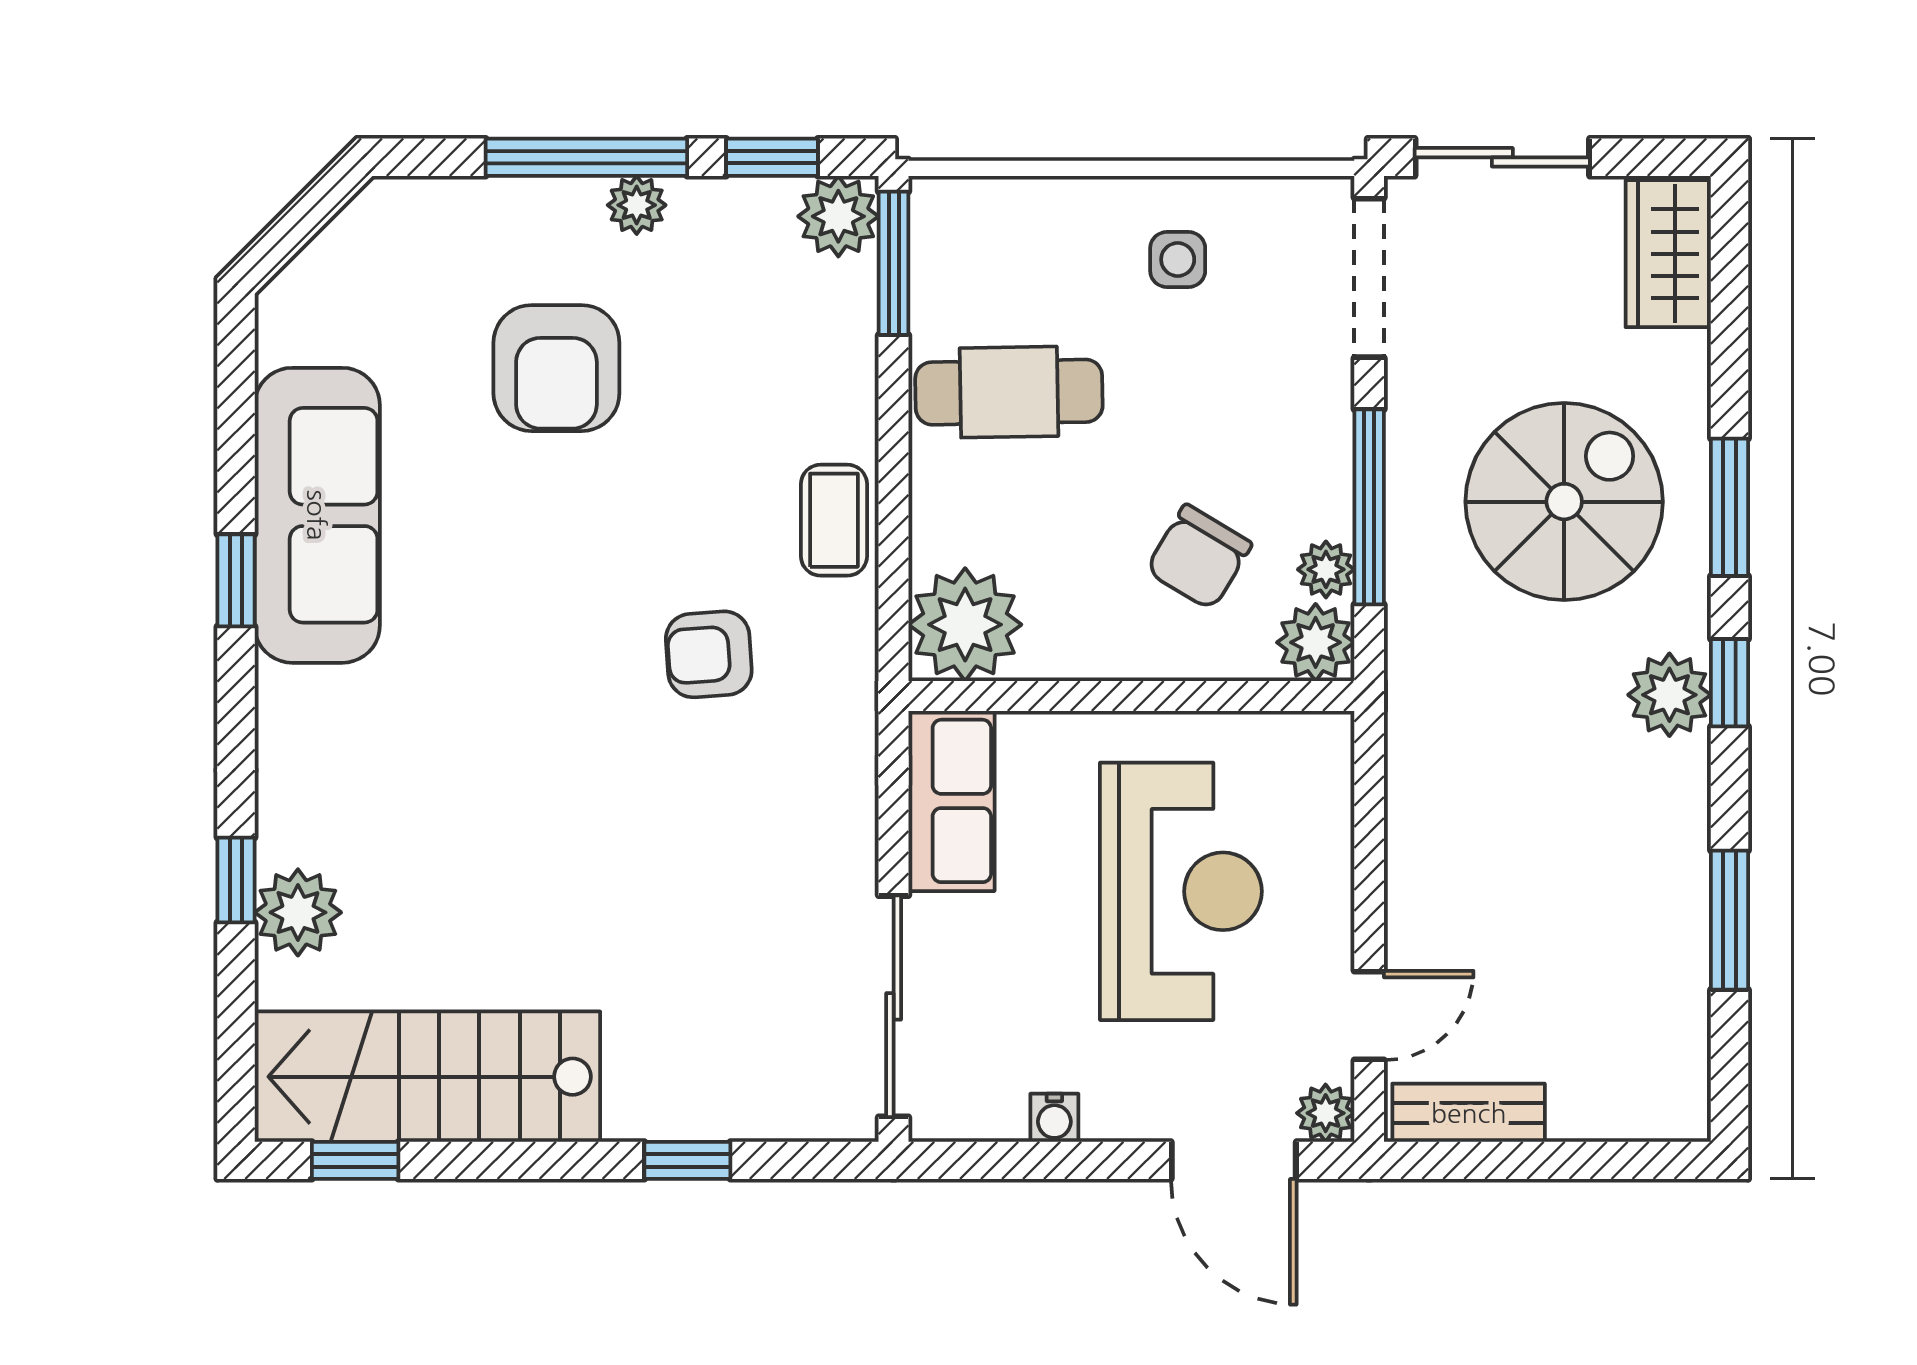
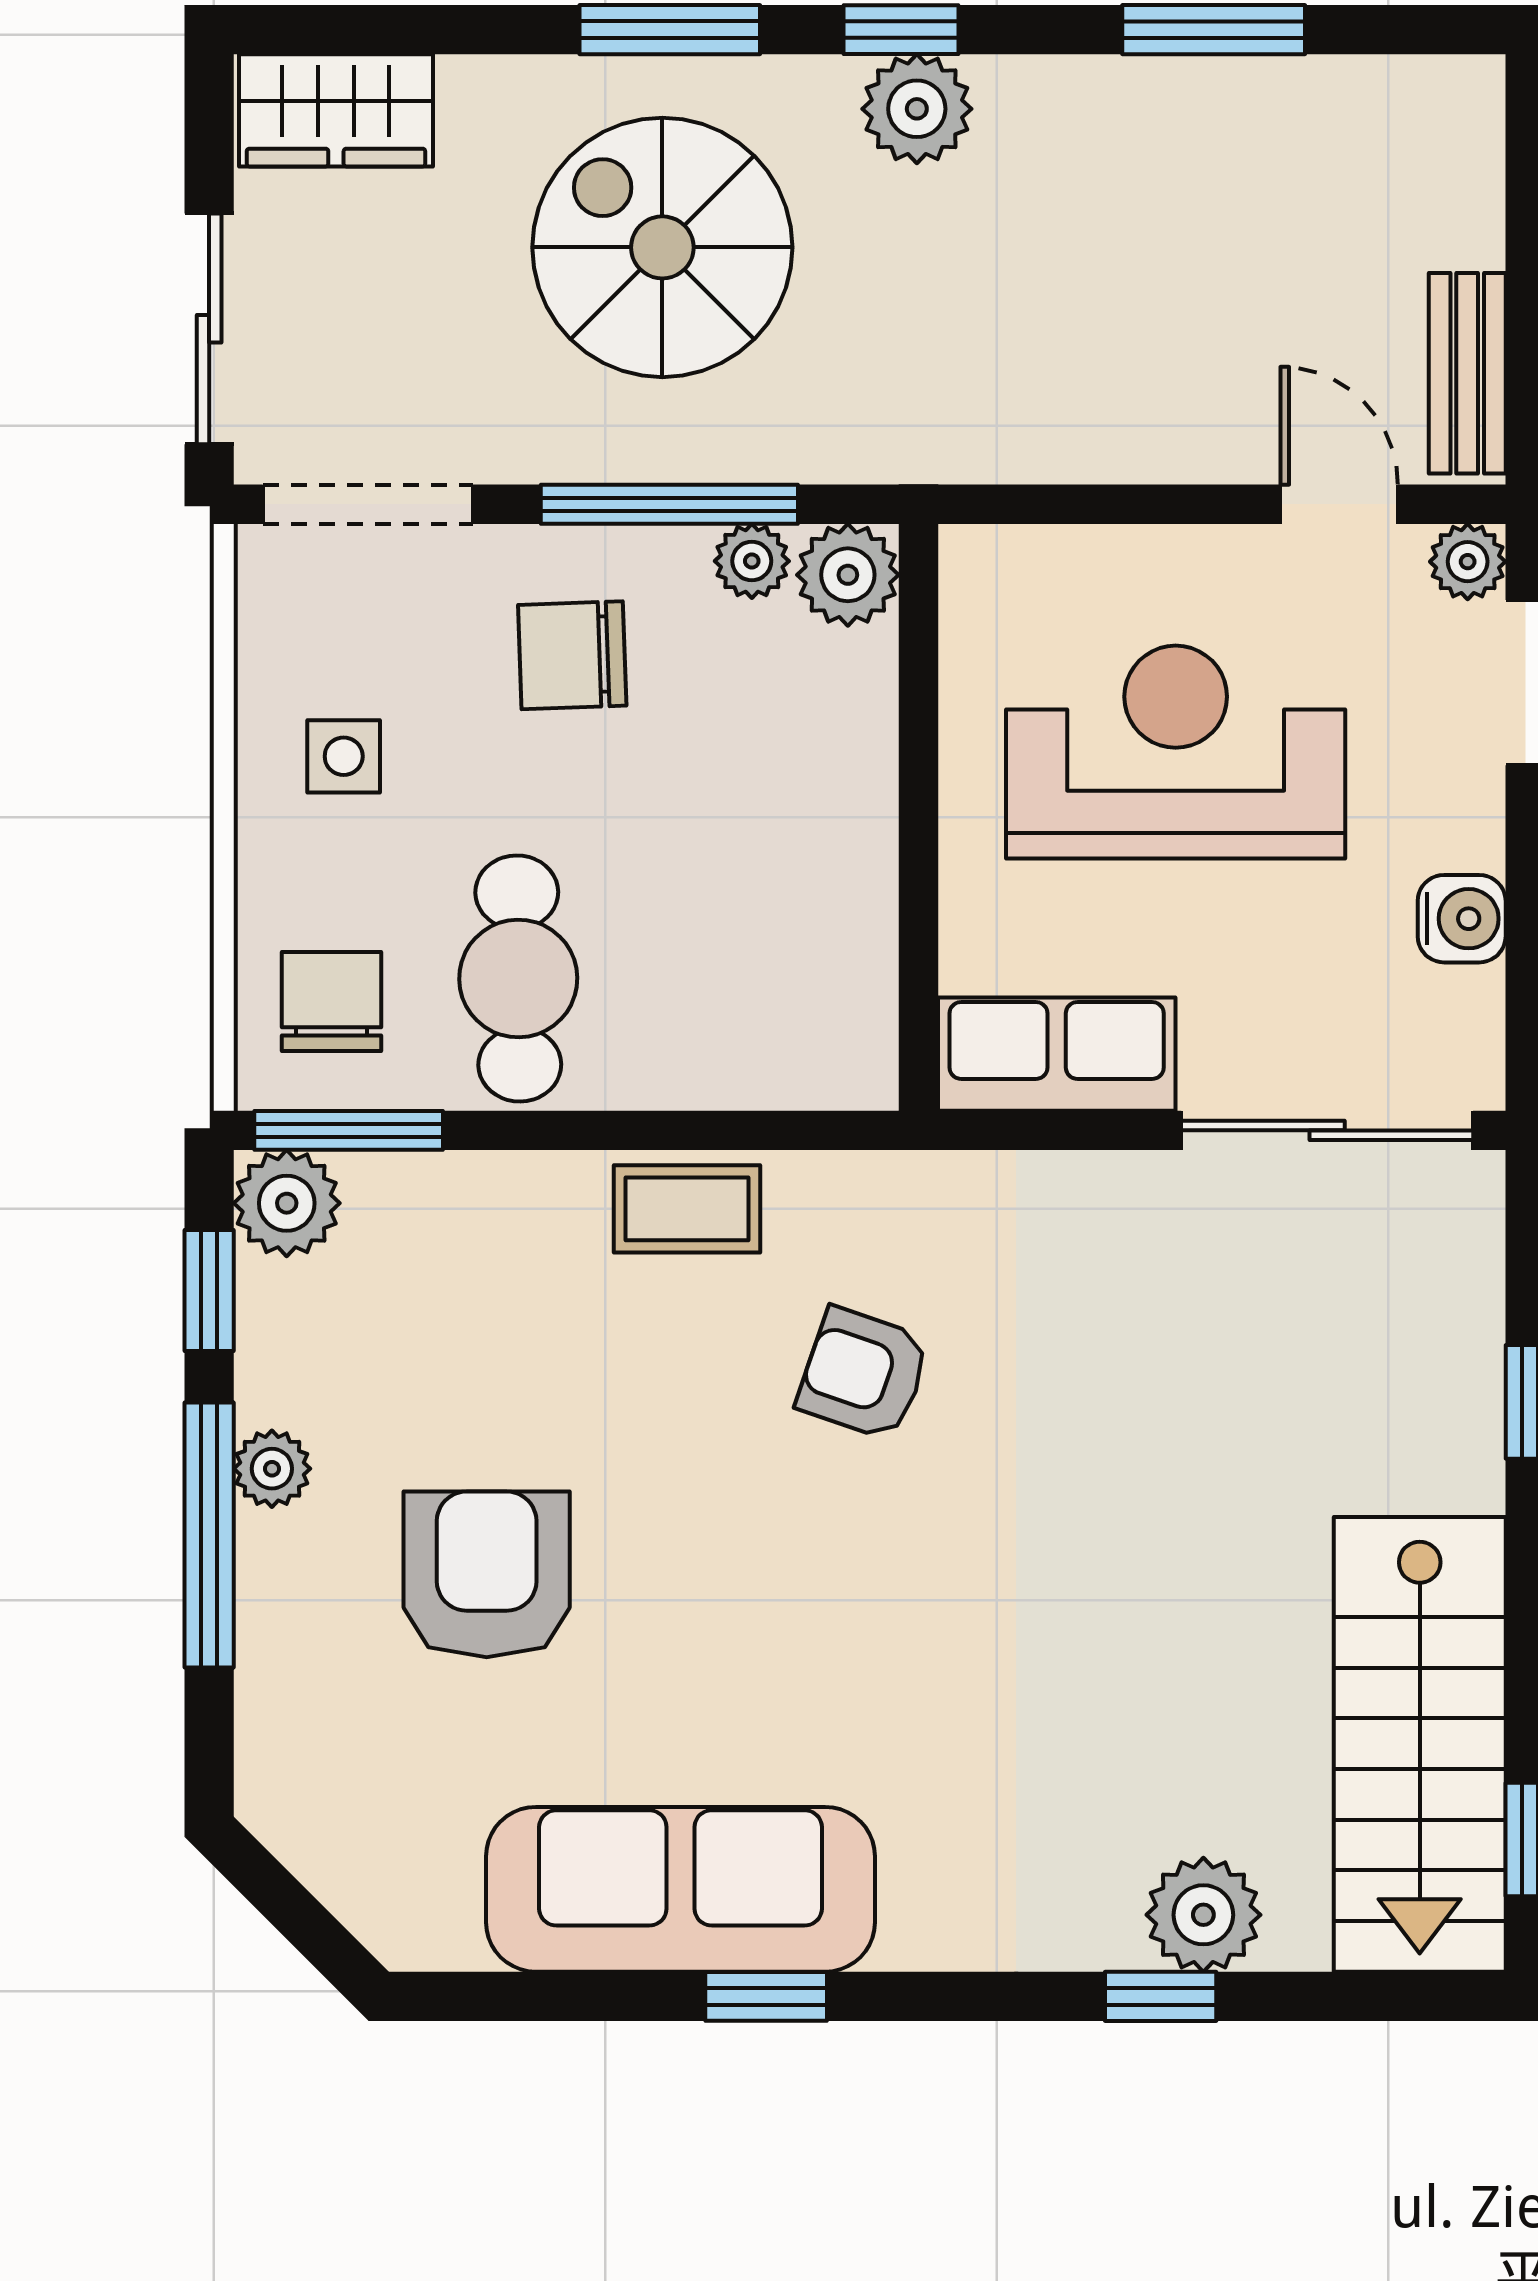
chair: (991, 250) -> (331, 1002), added
armchair: (556, 368) -> (487, 1574), turned -90
chair: (1199, 557) -> (572, 655), moved, turned 147
plant: (965, 625) -> (824, 1036), removed
armchair: (709, 654) -> (864, 1374), turned 113
water cooler: (1054, 1118) -> (1462, 919), width x1.38, depth x1.38

